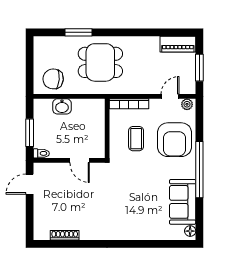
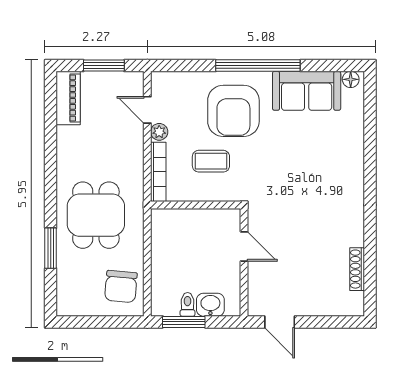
plant: (187, 104) -> (159, 132), moved
washbasin: (62, 106) -> (210, 305), moved, turned -90
window: (30, 133) -> (184, 322), moved
armchair: (175, 140) -> (233, 111), moved, turned 90
toilet: (41, 153) -> (188, 304), moved
door: (80, 160) -> (244, 246), hinge flipped

